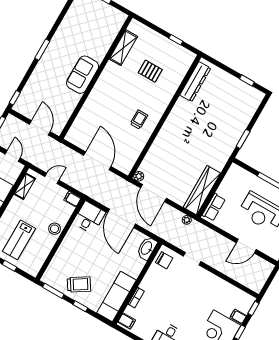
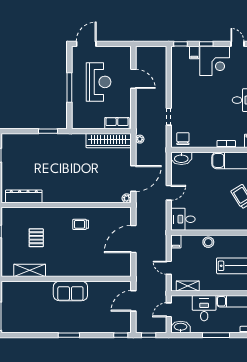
door: (122, 218) -> (169, 193), width x0.53

